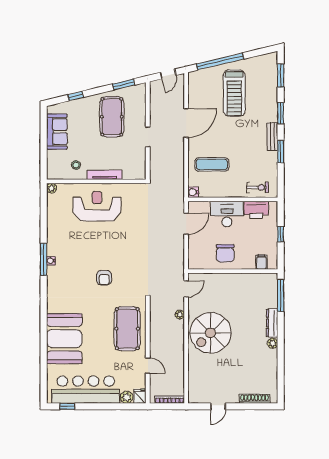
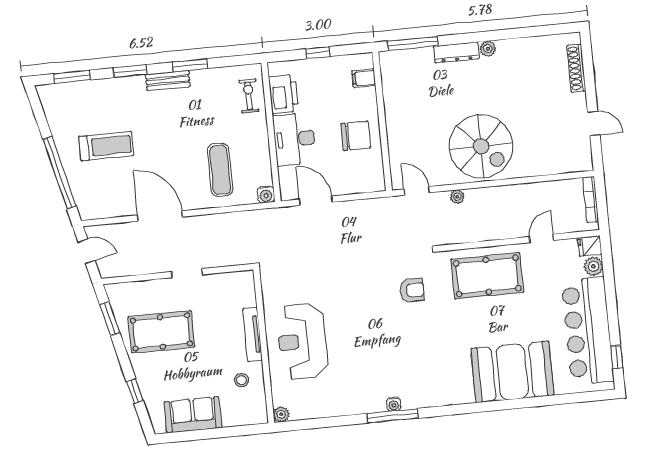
treadmill: (234, 93) -> (106, 146), width x0.73, depth x0.73
armchair: (104, 278) -> (412, 290), moved

